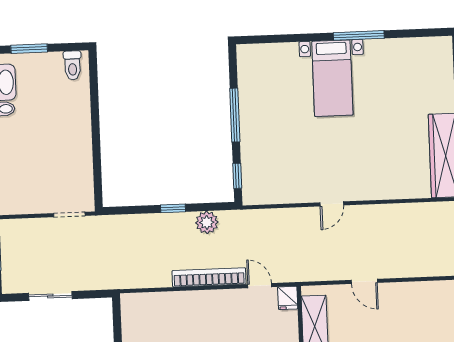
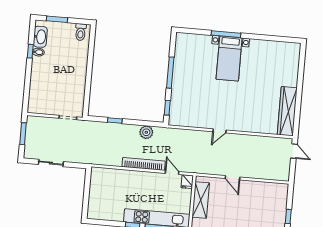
window: (359, 35) -> (226, 34), moved
window: (173, 208) -> (115, 121), moved

